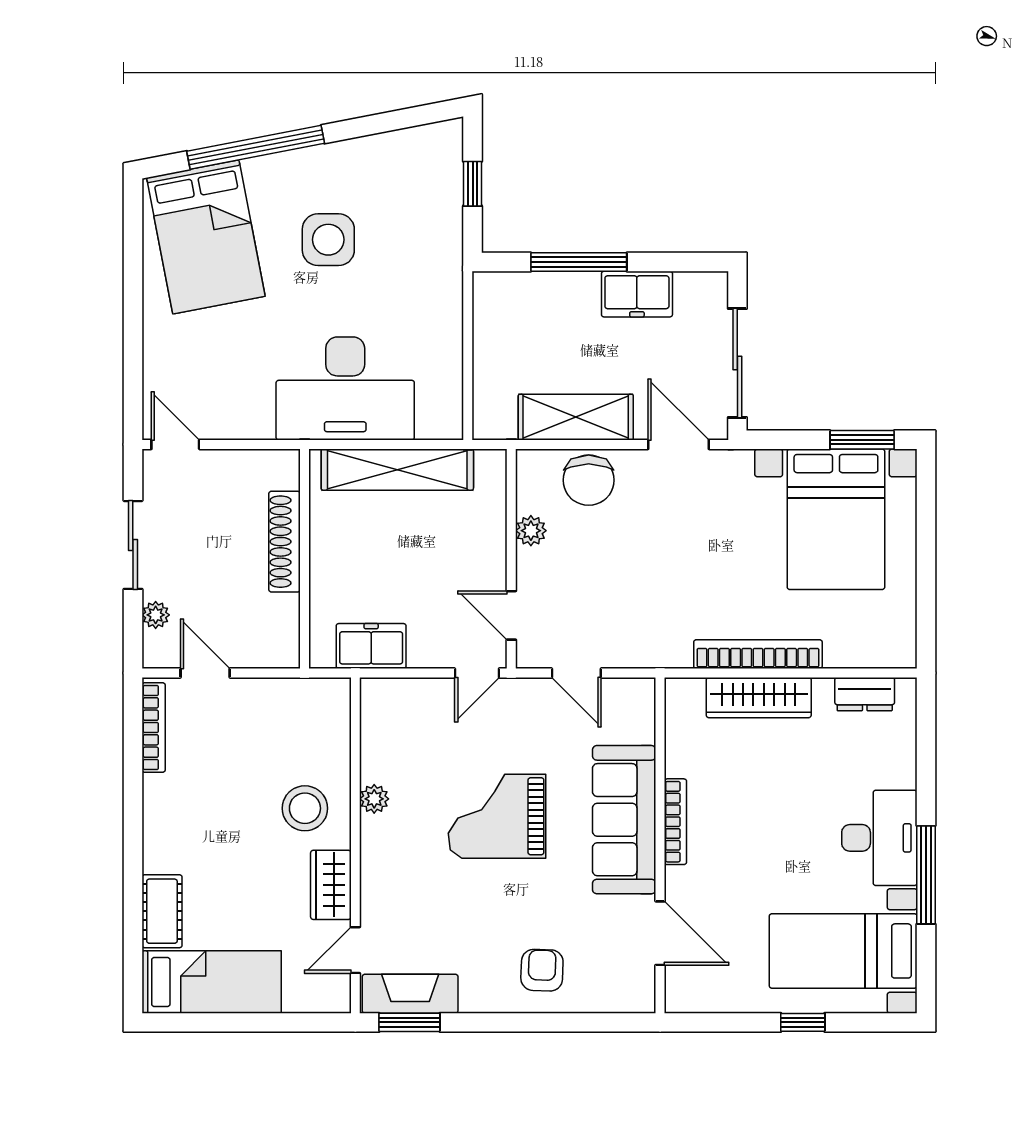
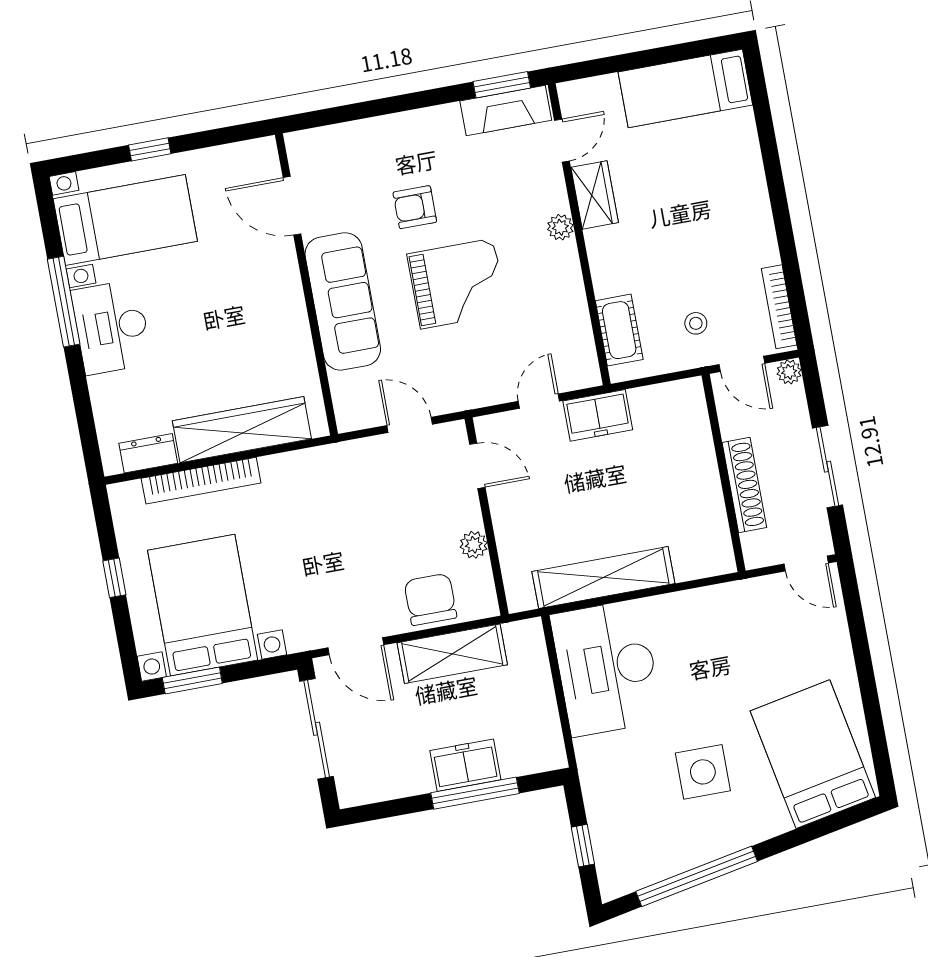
window: (256, 147) -> (697, 876), moved
freezer: (637, 294) -> (465, 765), moved
desk: (345, 388) -> (607, 668), moved, turned -90
shoe rack: (285, 542) -> (744, 485), moved
wall: (305, 559) -> (724, 473), moved
window: (926, 566) -> (114, 578), added
plant: (156, 615) -> (789, 372), moved
bookcase: (758, 654) -> (201, 481), moved
door: (477, 673) -> (539, 401), moved
wardrobe: (759, 698) -> (242, 430), width x1.40, depth x1.17
plant: (374, 799) -> (560, 227), moved
stool: (305, 808) -> (696, 323), moved, width x0.53, depth x0.53
bookcase: (675, 822) -> (297, 308), removed
cot: (162, 911) -> (619, 330), moved
armchair: (542, 970) -> (415, 207), moved, turned 88

